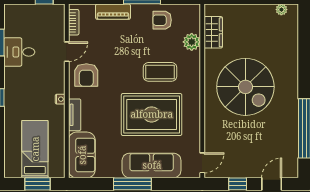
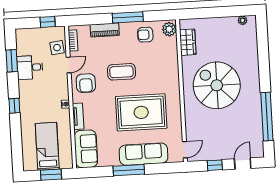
side table: (54, 30) -> (57, 48), added
plant: (192, 42) -> (169, 29), moved
coffee table: (160, 72) -> (121, 72), moved
spiral stairs: (245, 87) -> (217, 85), turned 180

